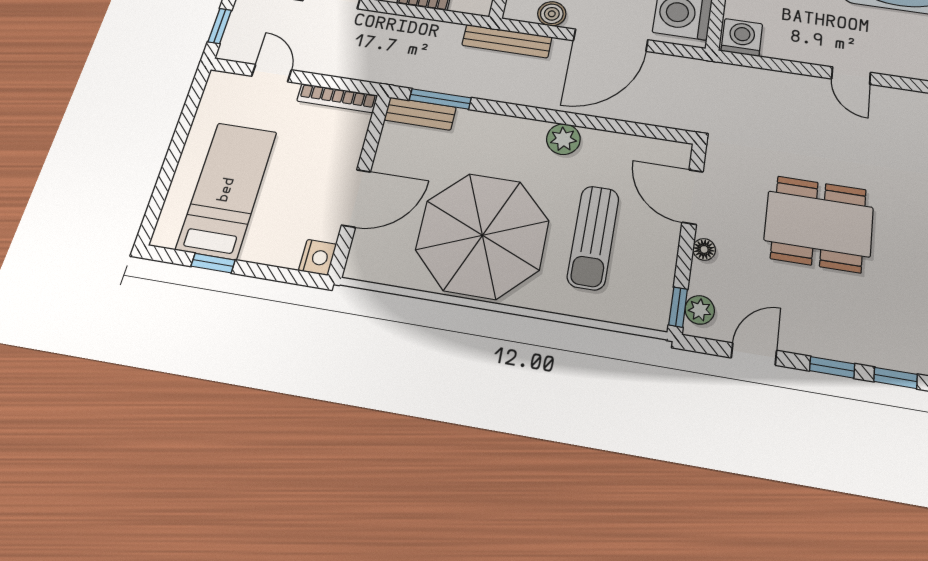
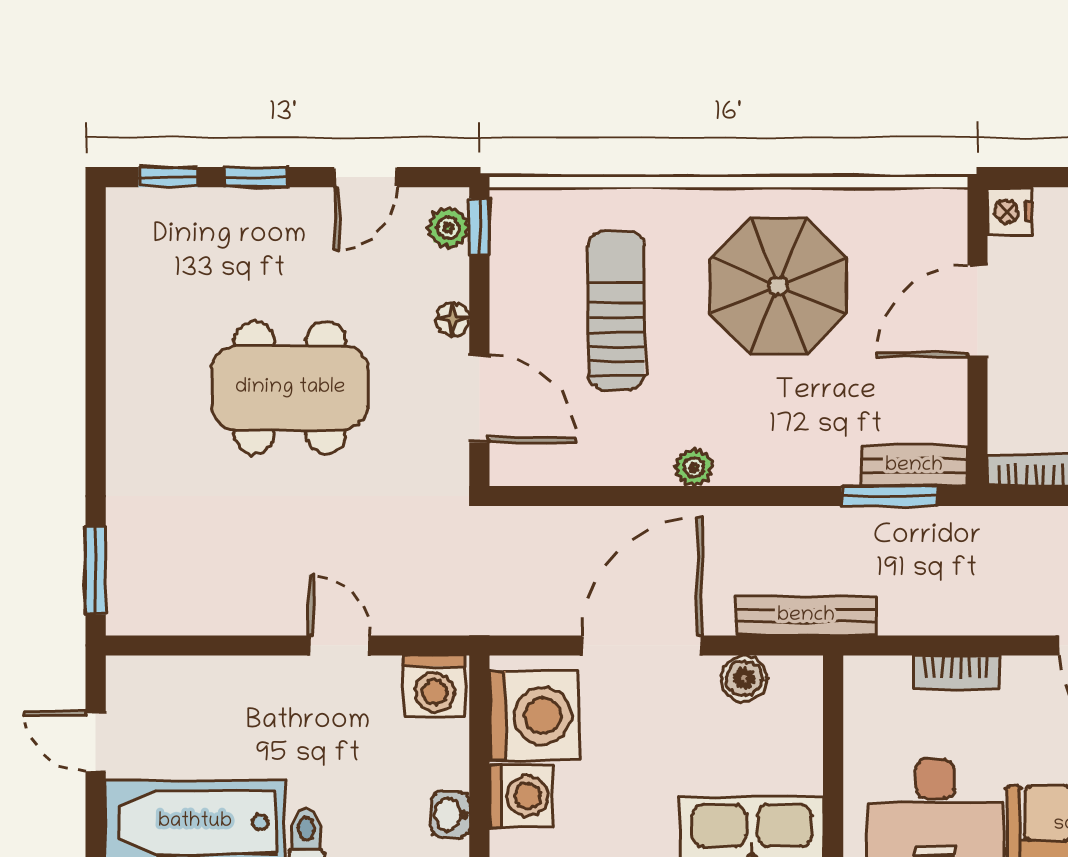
door: (851, 76) -> (339, 645), moved
plant: (563, 139) -> (694, 467), width x0.73, depth x0.73
parasol: (482, 235) -> (778, 286), width x0.73, depth x0.73

